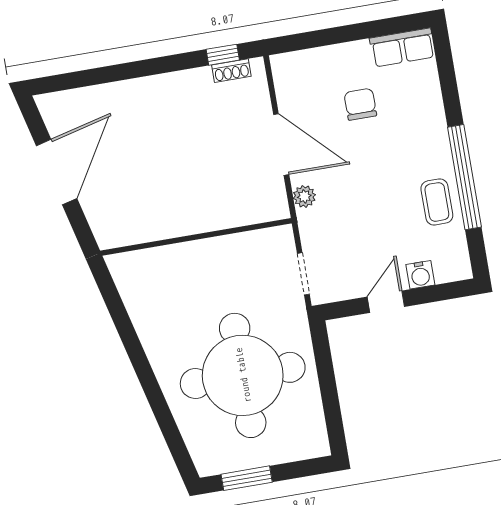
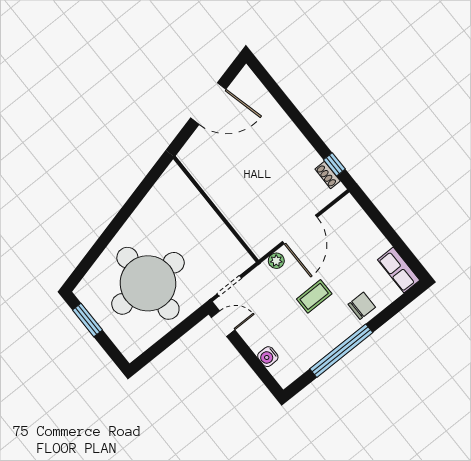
chair: (360, 104) -> (362, 306), moved
coffee table: (437, 202) -> (314, 296), moved
door: (386, 302) -> (223, 324), moved

